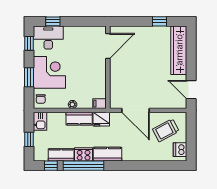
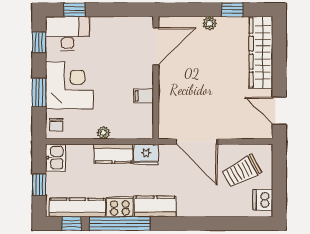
plant: (144, 31) -> (210, 23), added
filing cabinet: (100, 104) -> (144, 96), moved
kitchen counter: (61, 155) -> (77, 208), width x1.50

